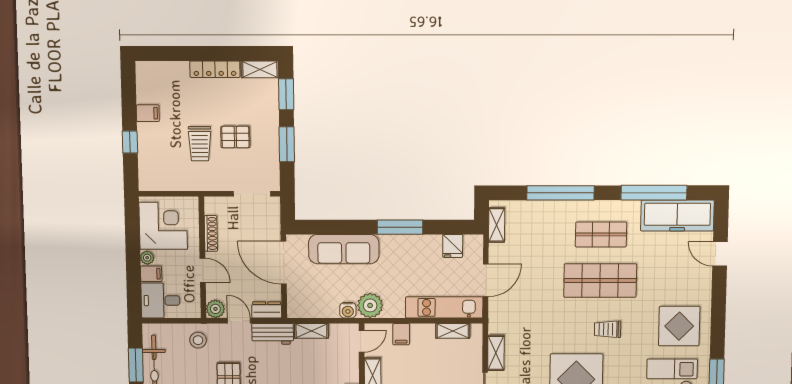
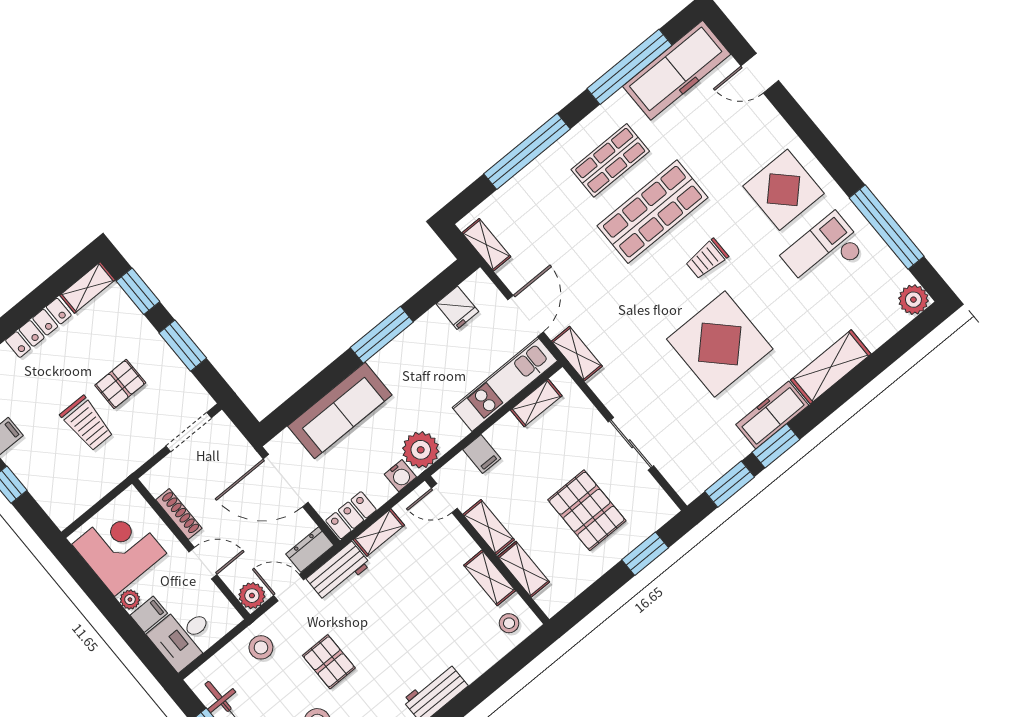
locker: (304, 310) -> (351, 515), added
door: (362, 341) -> (444, 498), swing flipped
shelving: (496, 353) -> (577, 354), moved

